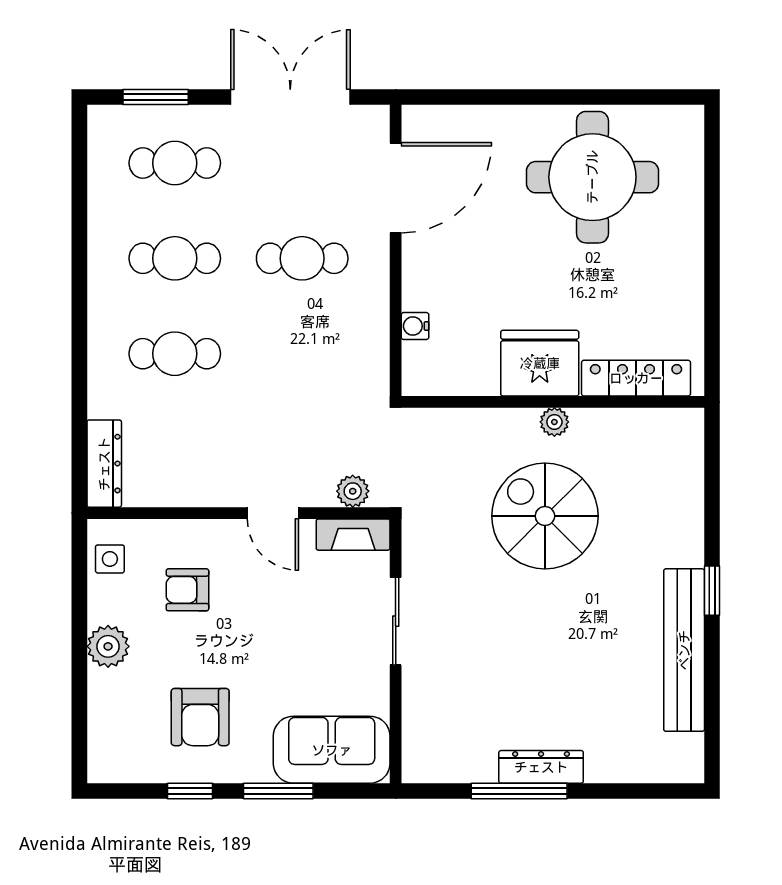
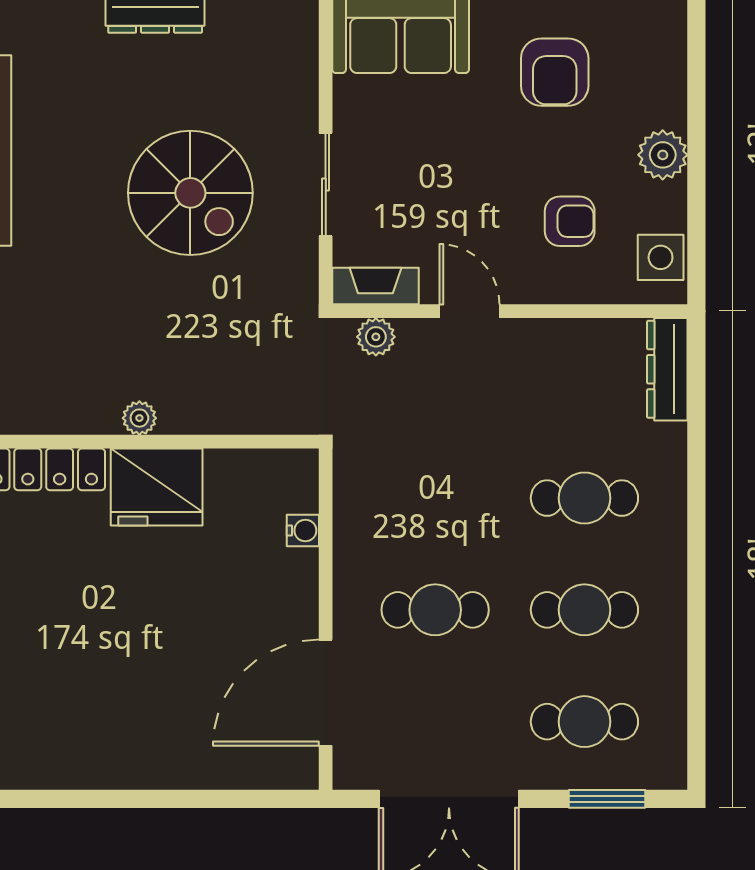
round table: (592, 177) -> (95, 705), removed
spiral stairs: (545, 516) -> (190, 193), moved
side table: (110, 559) -> (661, 257), width x1.37, depth x1.37
armchair: (200, 717) -> (555, 72), turned 180

